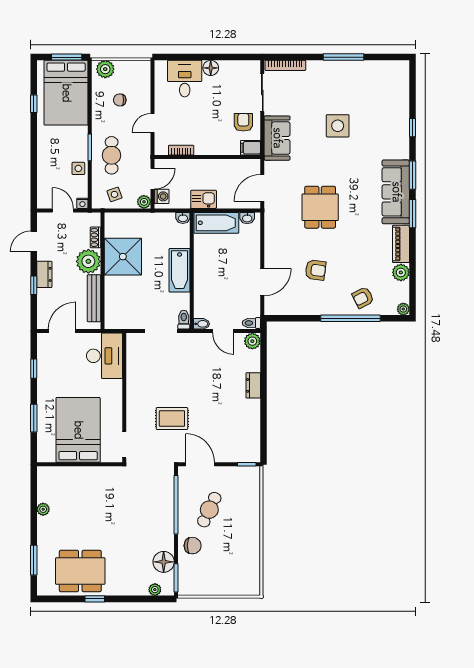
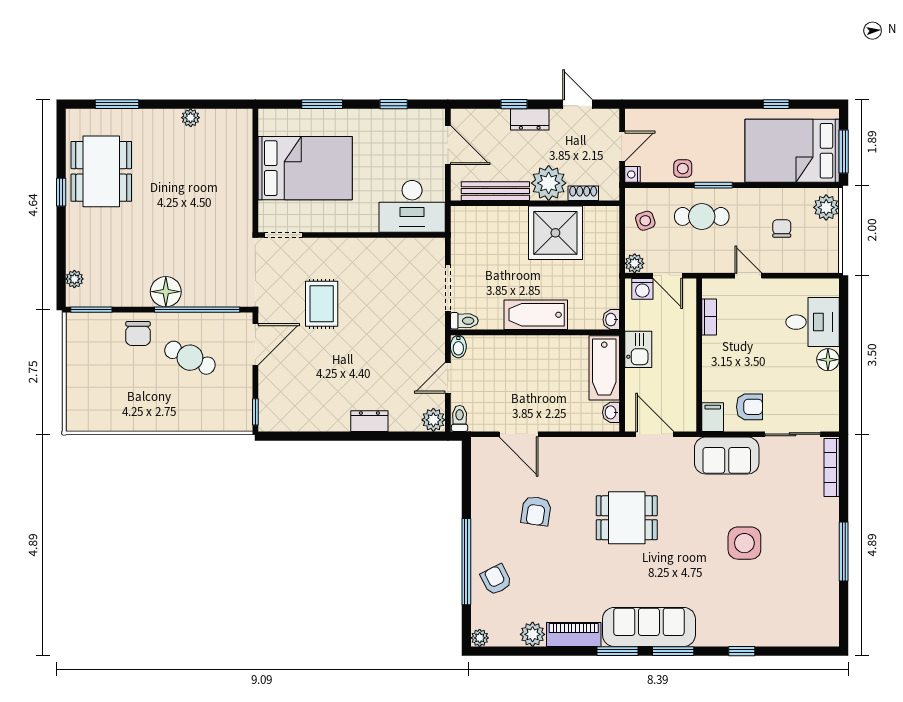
floor lamp: (164, 562) -> (166, 292), moved

